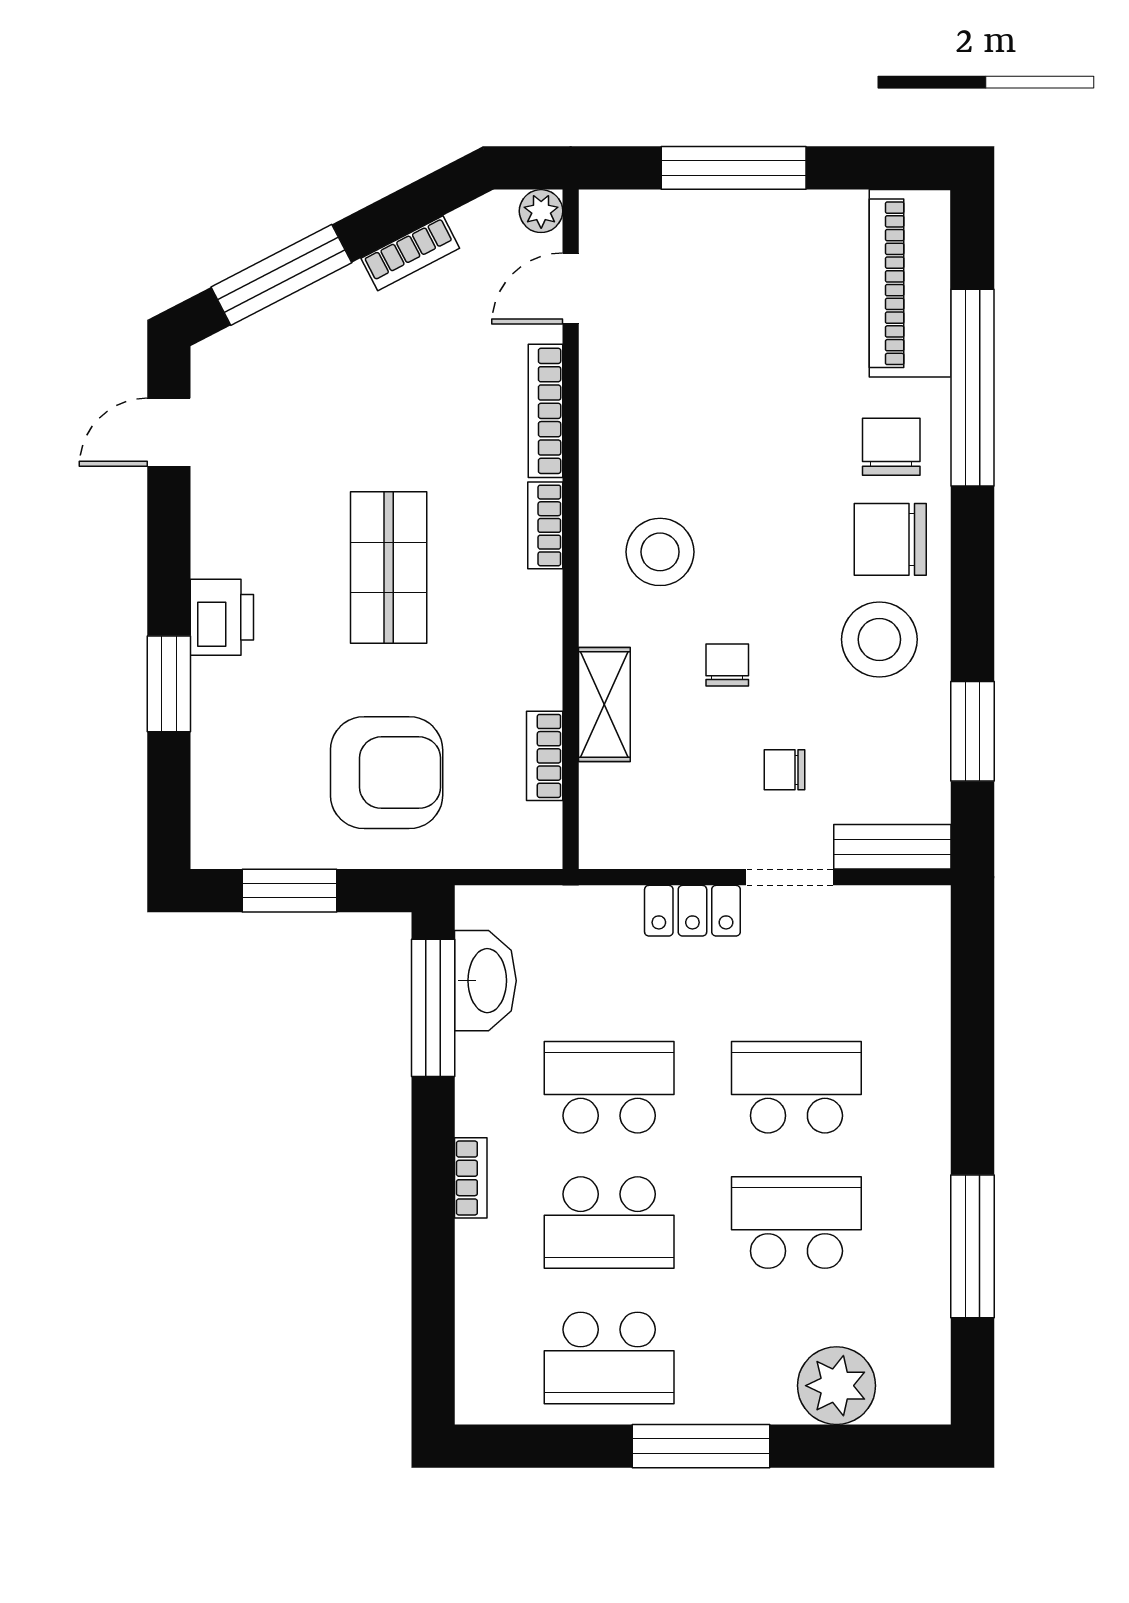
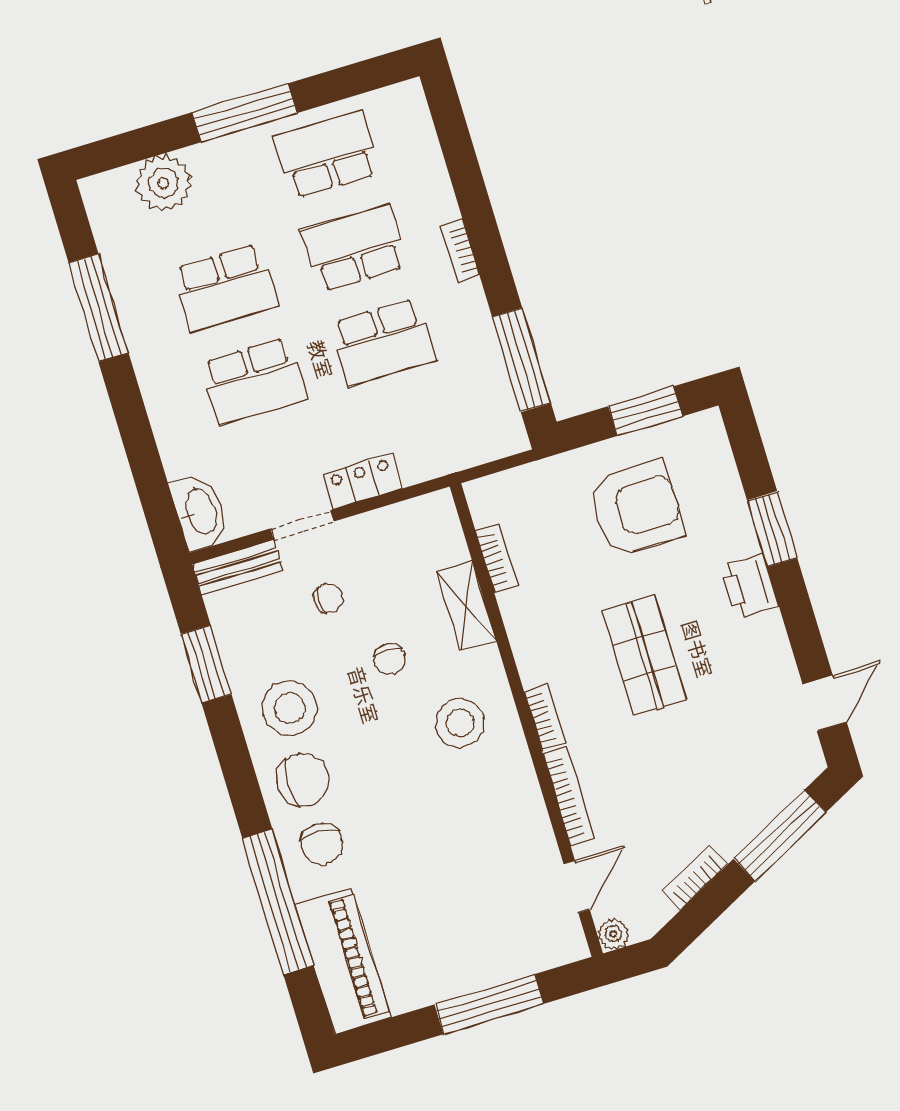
armchair: (387, 773) -> (636, 508), moved, turned 180
washbasin: (485, 981) -> (200, 512), moved, turned 180

